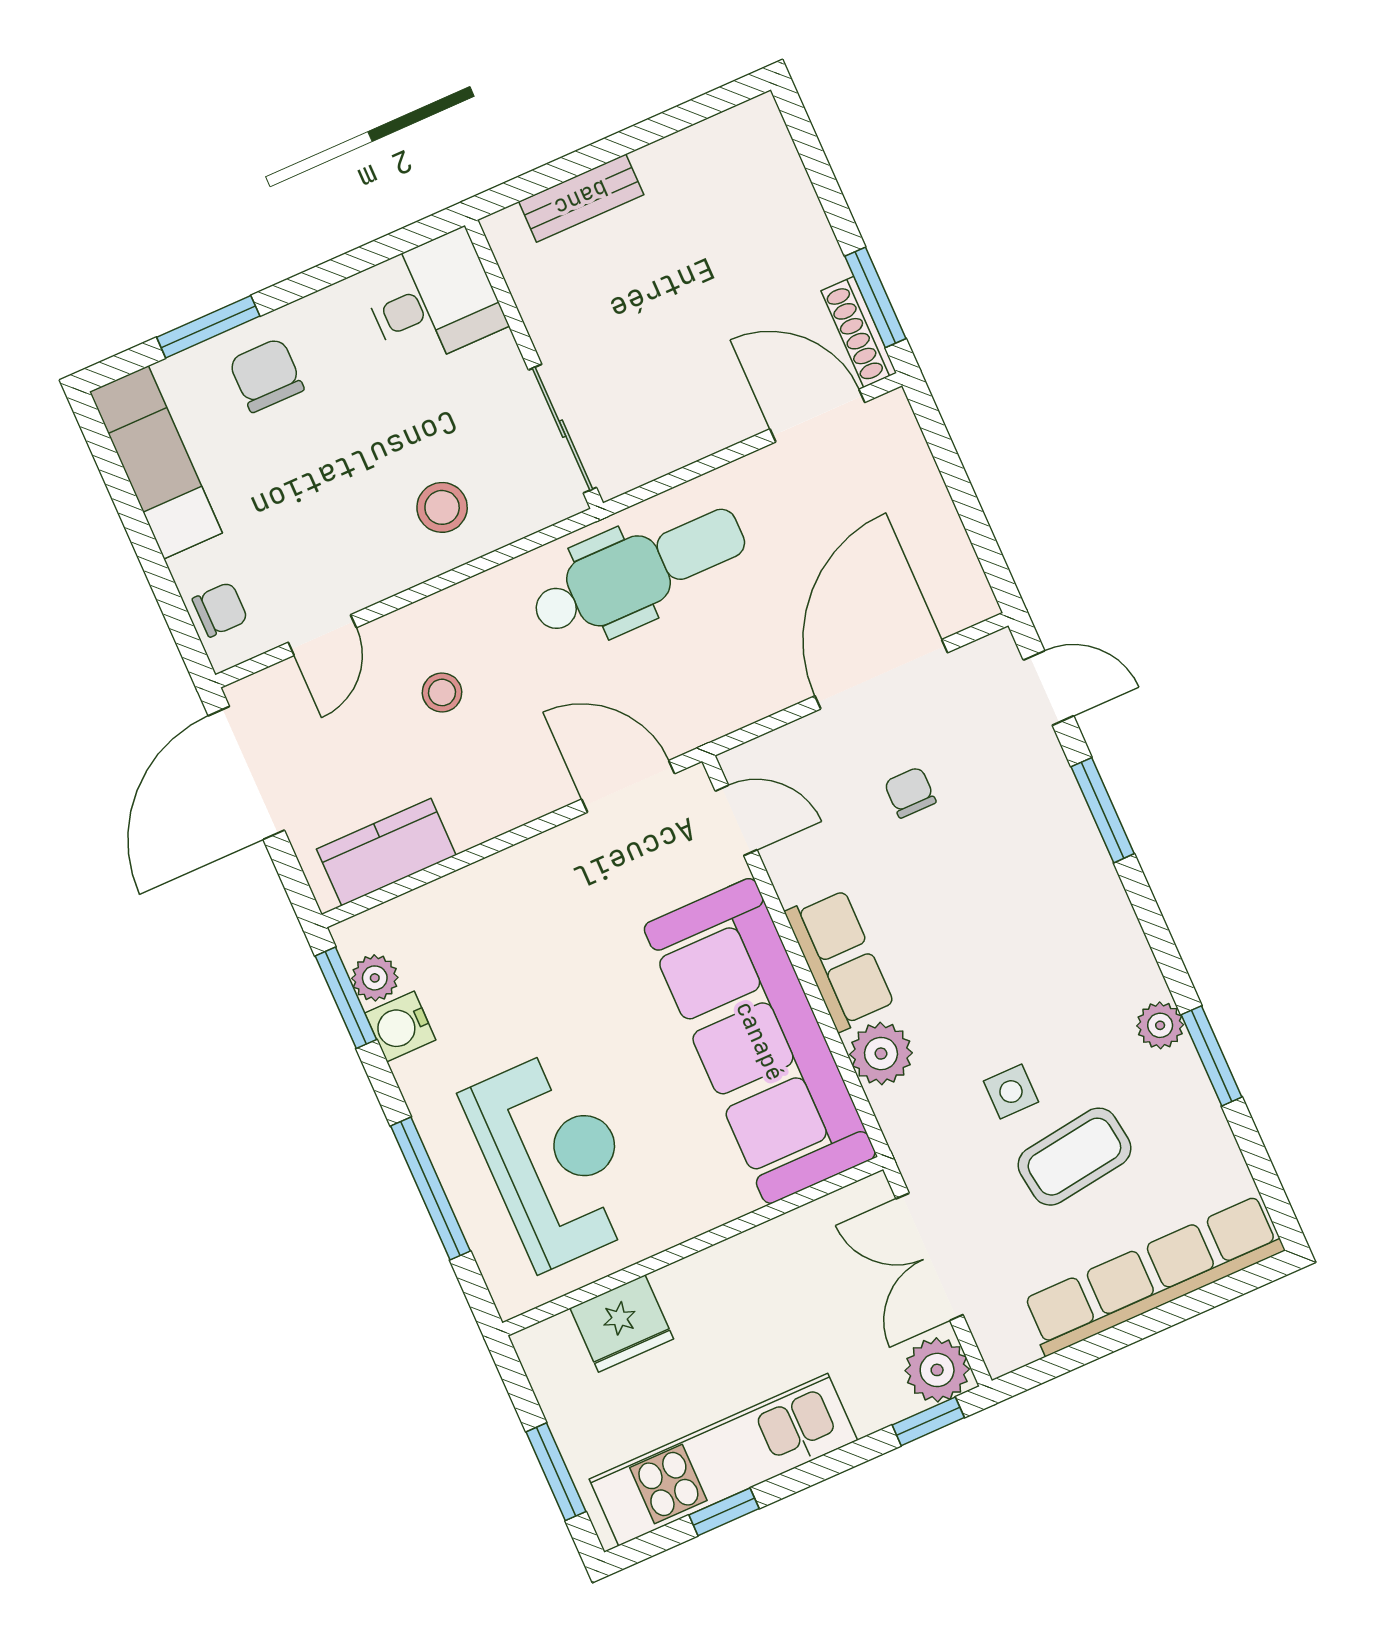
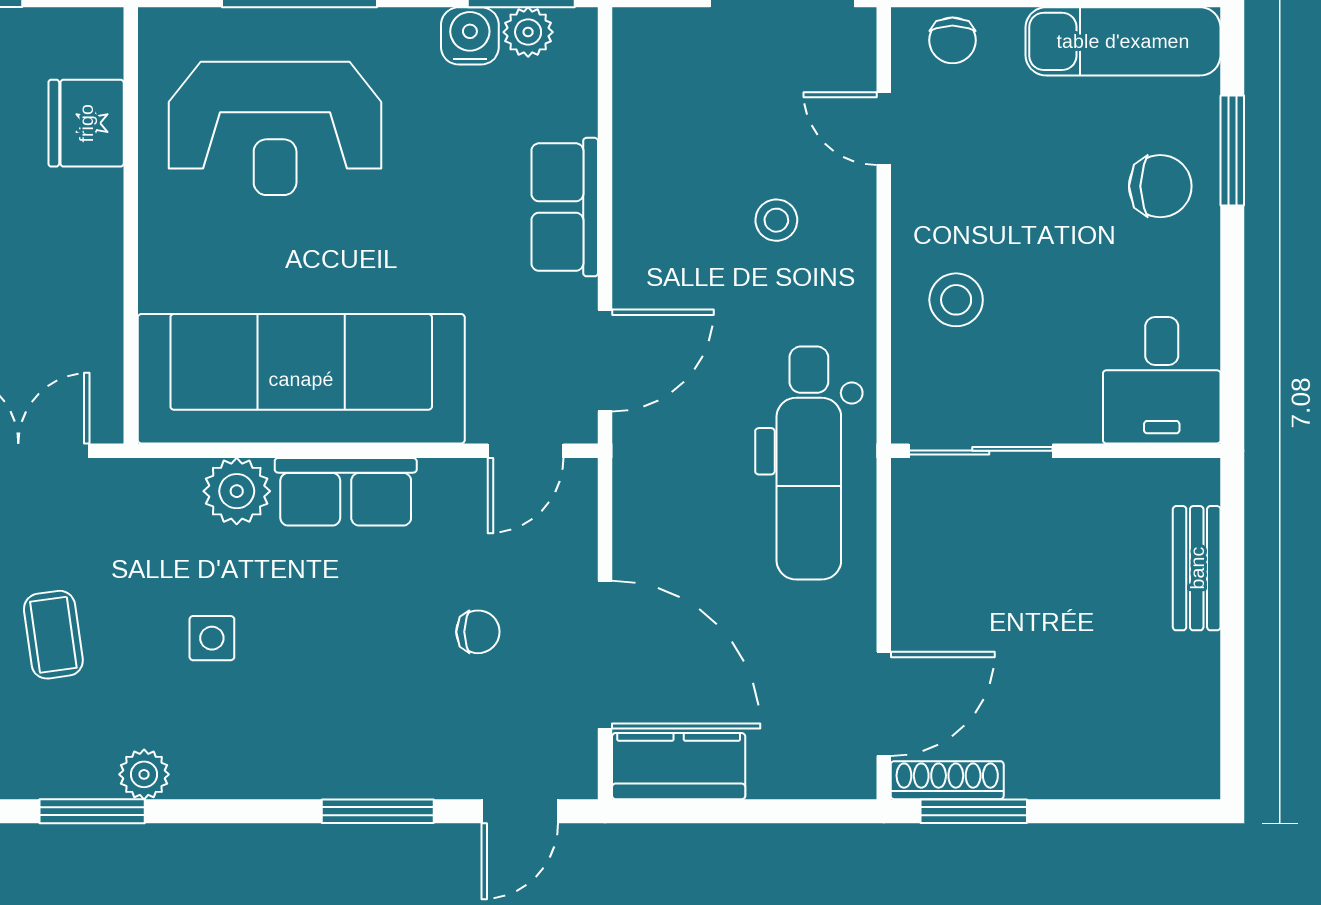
kitchen counter: (386, 852) -> (679, 766), moved, turned -90
row of seats: (511, 880) -> (565, 207), added
side table: (1011, 1092) -> (212, 638), moved
coffee table: (1074, 1157) -> (53, 635), width x0.73, depth x0.77

